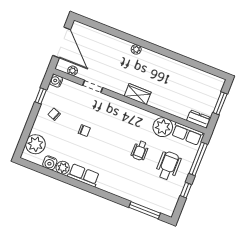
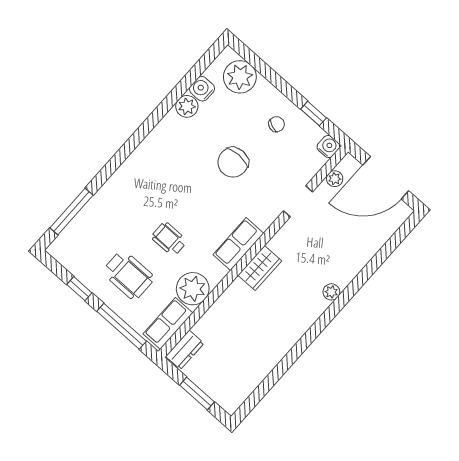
chair: (84, 131) -> (233, 162), width x1.87, depth x1.87
row of seats: (84, 175) -> (238, 244), moved, turned 180

